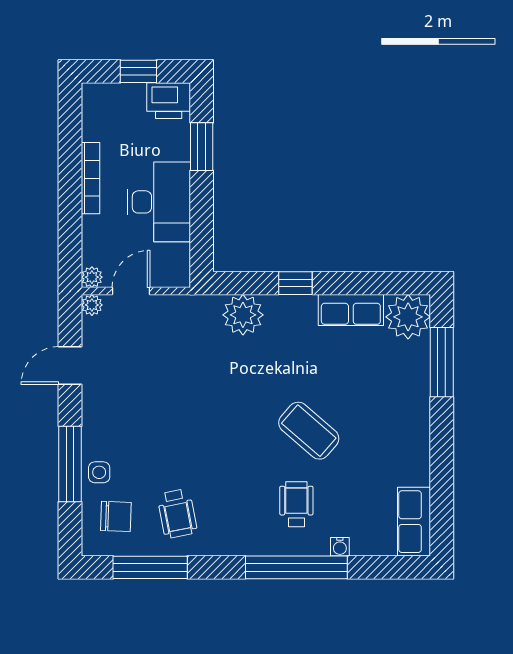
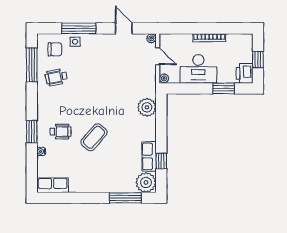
plant: (92, 277) -> (164, 78), moved
window: (295, 283) -> (161, 161), moved
chair: (116, 516) -> (55, 49), turned -92
window: (296, 567) -> (32, 132), width x0.47

